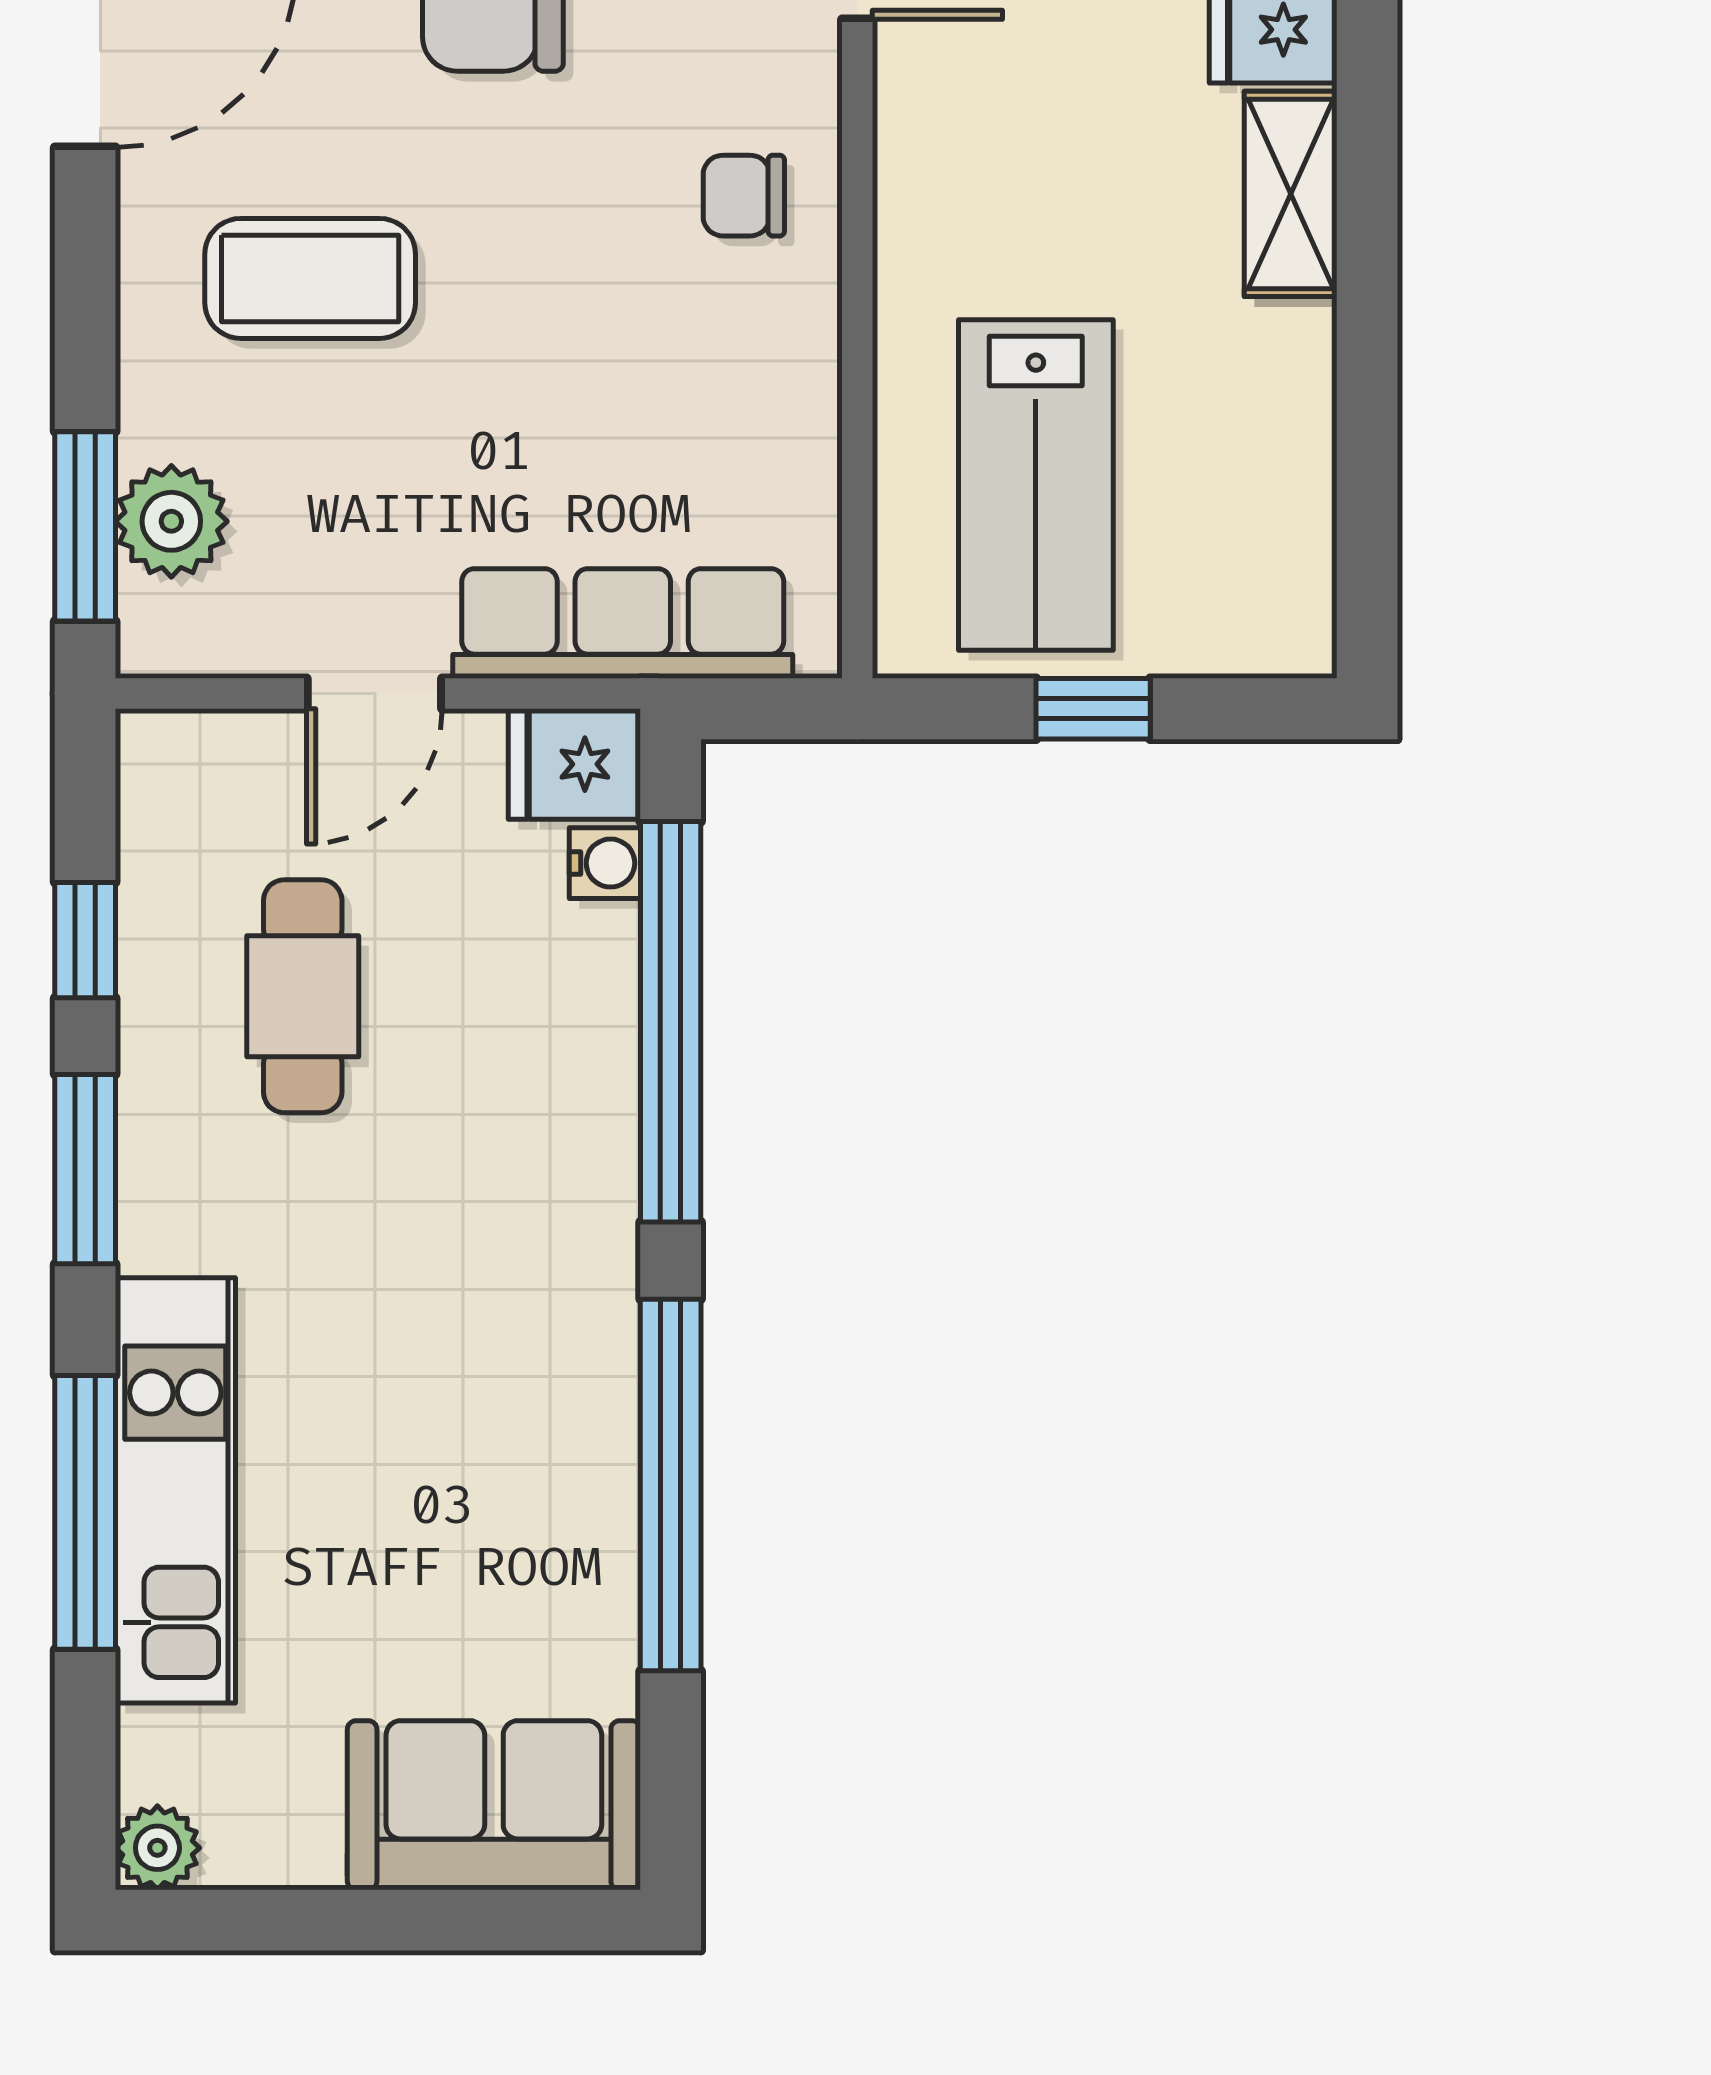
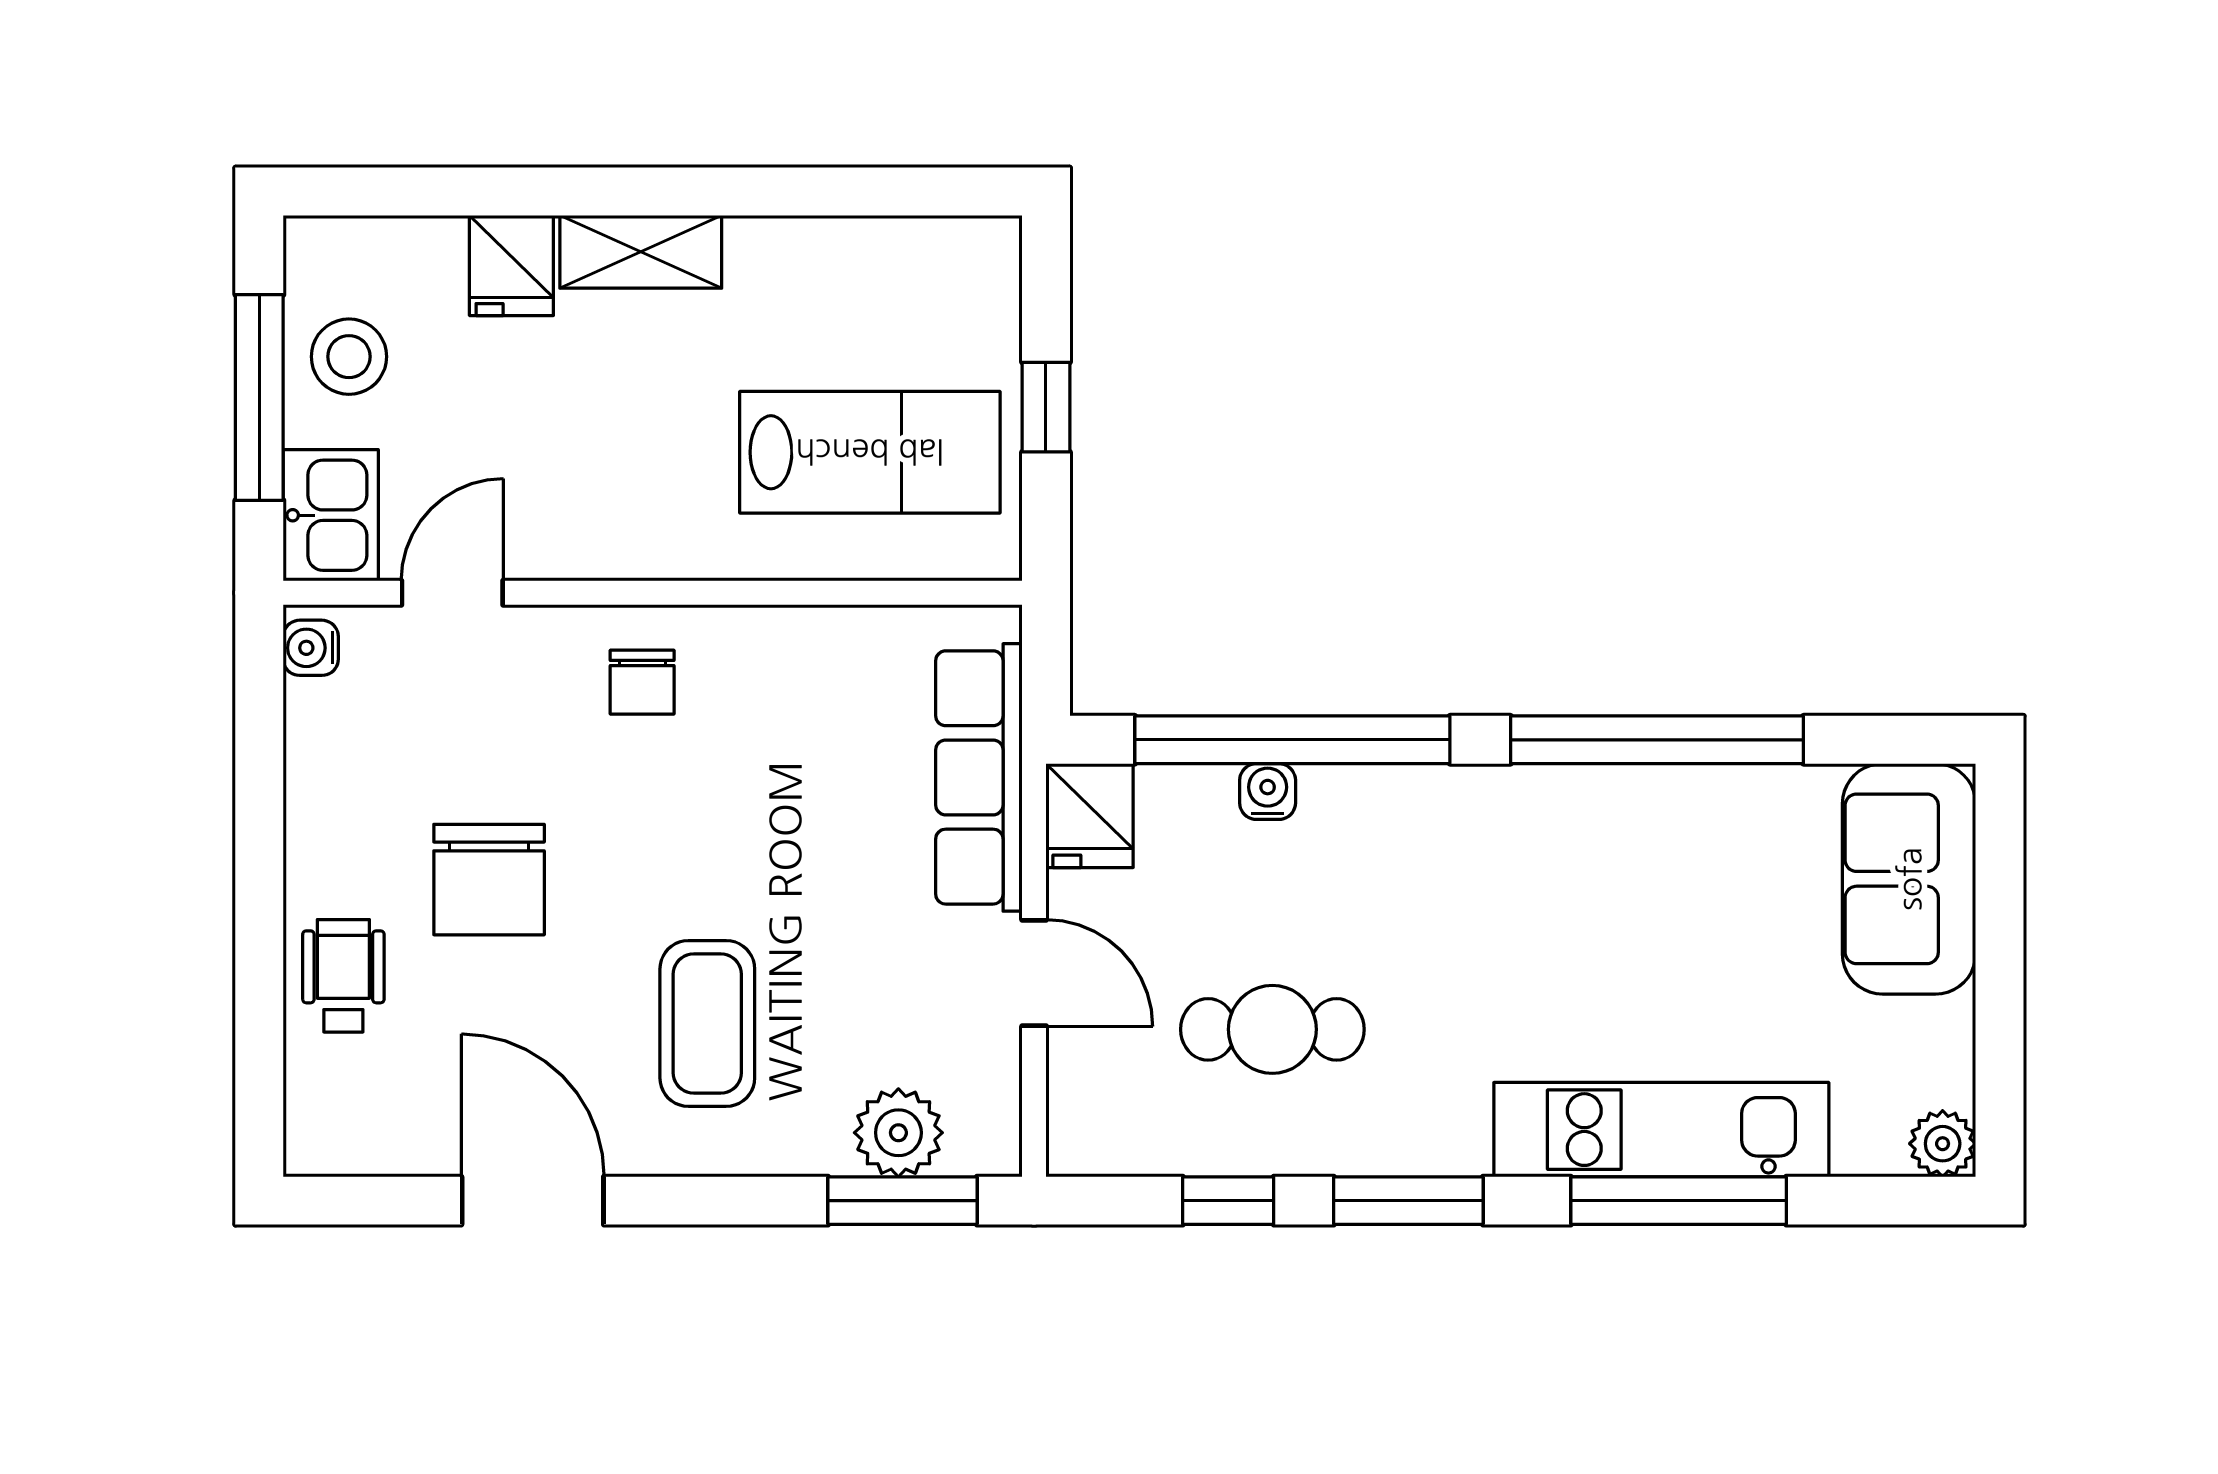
water cooler: (605, 863) -> (1268, 792), moved

